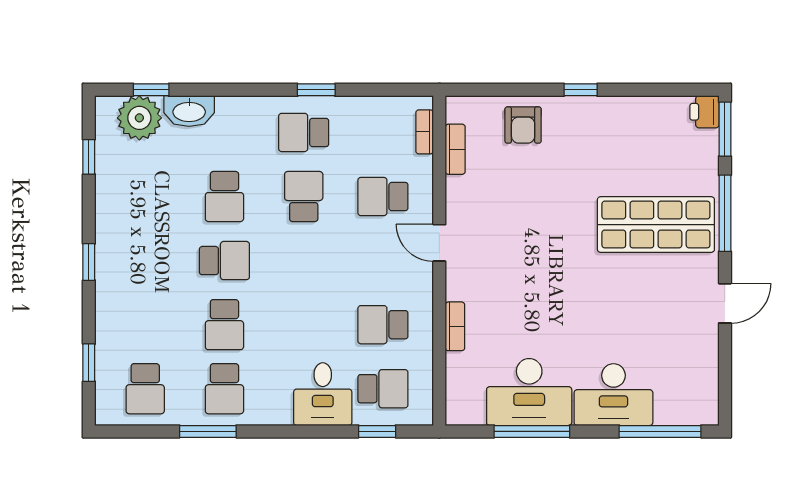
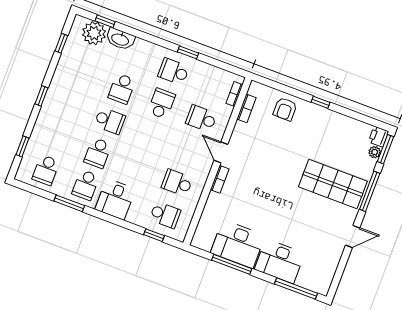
plant: (708, 141) -> (375, 152), added
bookcase: (455, 326) -> (220, 179), moved
desk: (323, 394) -> (115, 199), moved

